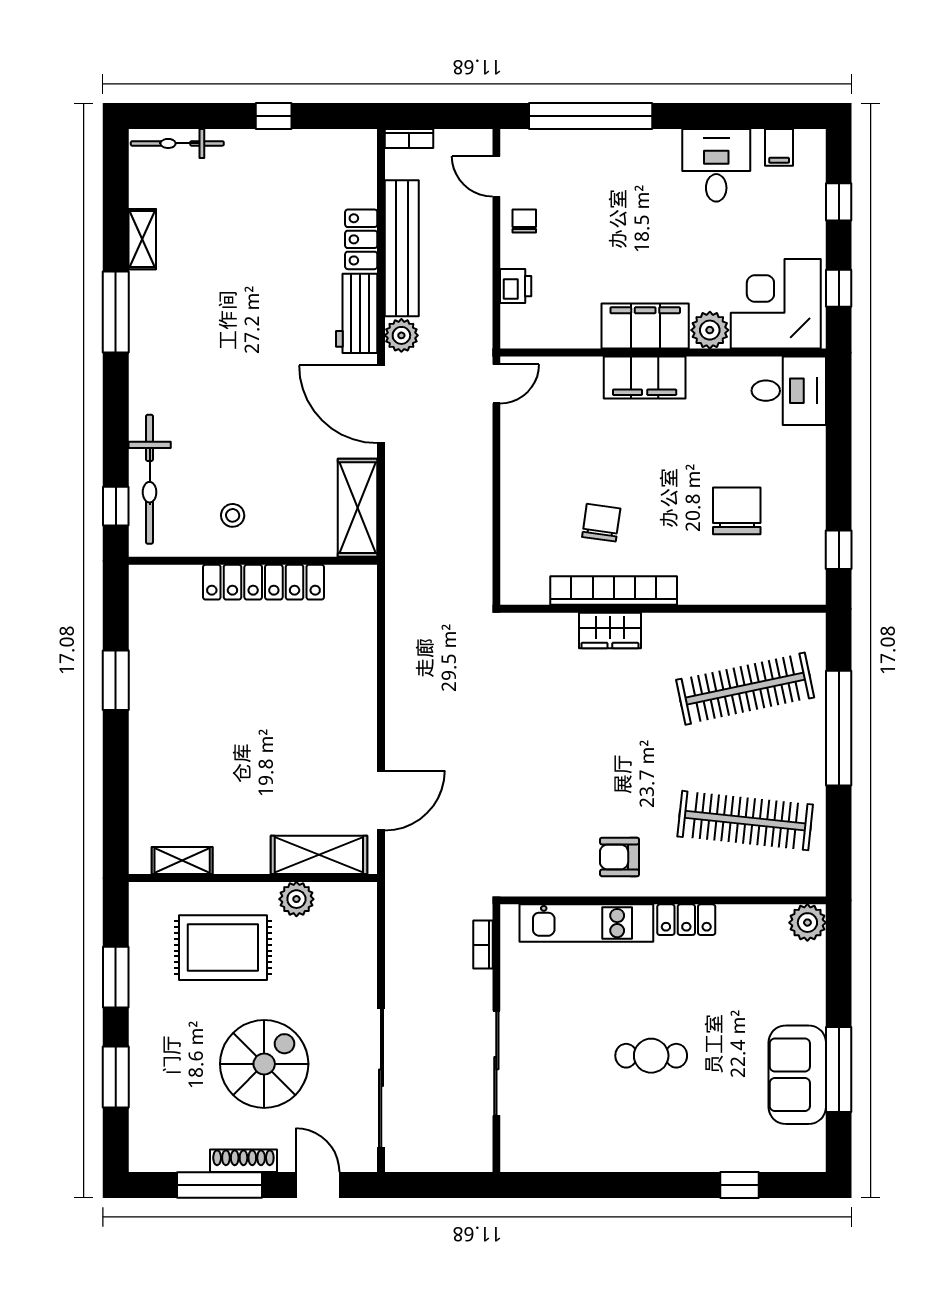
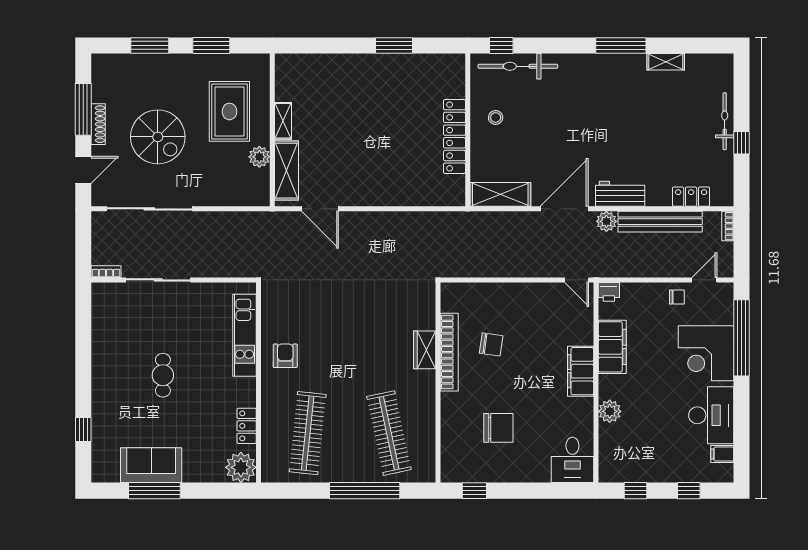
bicycle: (177, 143) -> (725, 121), moved
desk: (716, 165) -> (711, 415), width x1.37
locker: (361, 239) -> (691, 197), moved
printer: (516, 286) -> (609, 292), moved
corner desk: (776, 304) -> (706, 353), moved, turned 180
filing cabinet: (645, 326) -> (612, 347), moved
shelving: (182, 861) -> (283, 121), moved
locker: (686, 920) -> (247, 426), moved
plant: (807, 923) -> (241, 467), width x1.36, depth x1.36
bookcase: (483, 945) -> (106, 272), moved

